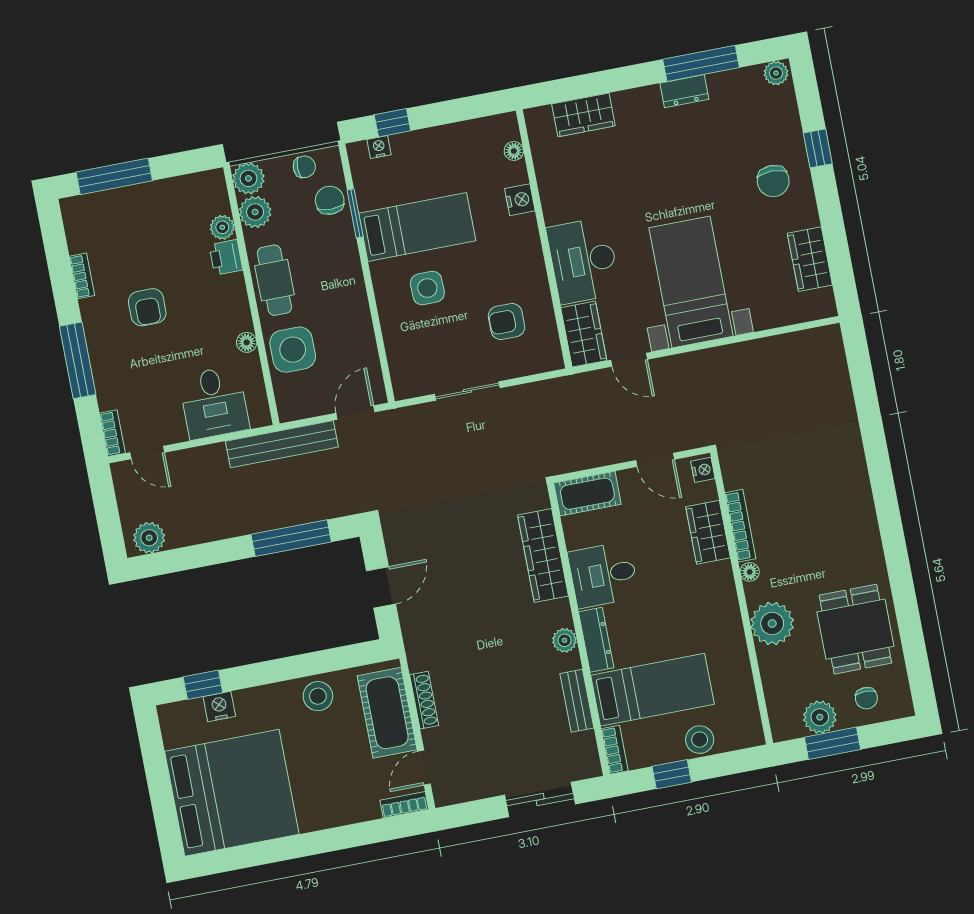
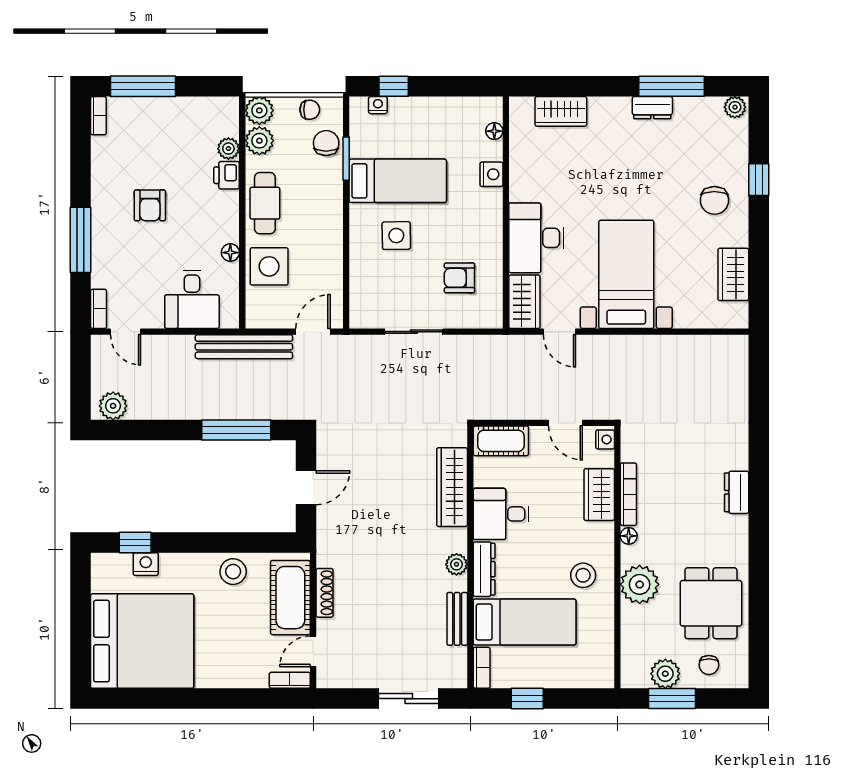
bookcase: (82, 276) -> (98, 116), moved
dresser: (860, 500) -> (737, 492), added
stool: (700, 740) -> (583, 575), moved

